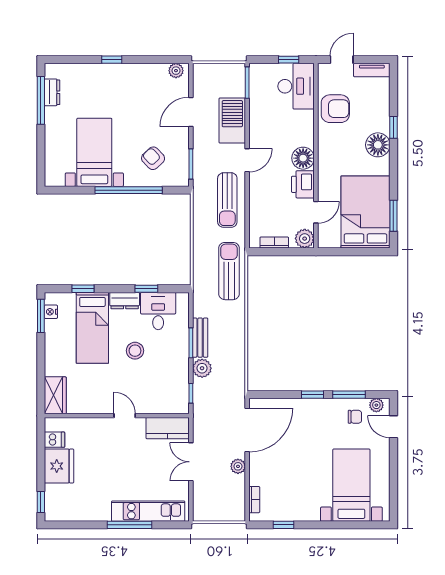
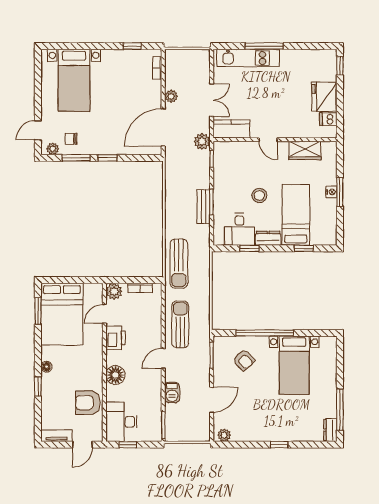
dresser: (52, 92) -> (330, 430), moved
barbecue: (232, 120) -> (172, 392), width x0.53, depth x0.65
floor lamp: (378, 145) -> (46, 367), width x0.53, depth x0.53
floor lamp: (303, 158) -> (115, 375), moved
nightstand: (51, 312) -> (331, 192), moved
window: (41, 316) -> (340, 192), moved
plant: (202, 368) -> (202, 141), moved
wardrobe: (55, 395) -> (305, 150), moved, turned -90
door: (393, 427) -> (38, 130), swing flipped

